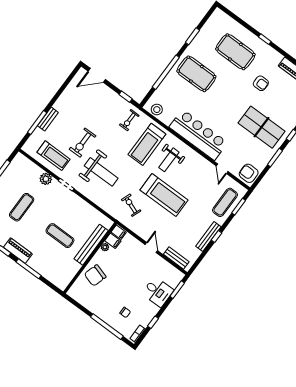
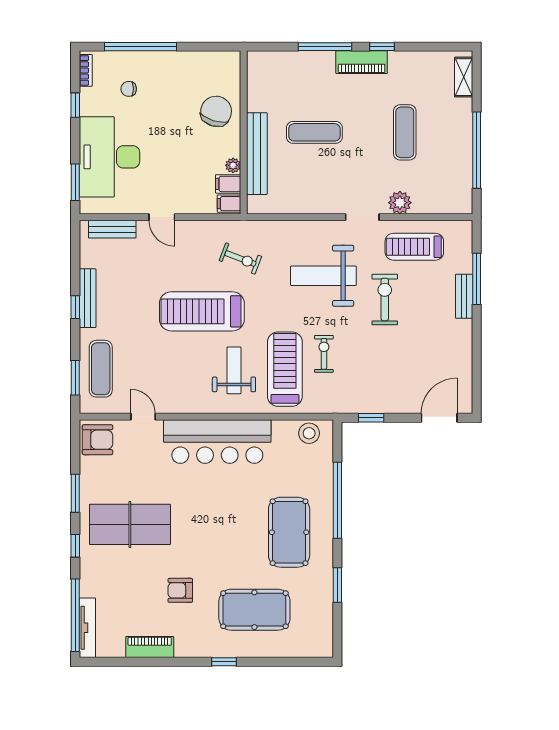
pool table: (196, 74) -> (289, 532), turned 90
exercise bike: (129, 120) -> (324, 354), moved
desk: (158, 292) -> (109, 157), width x1.87, depth x1.30

